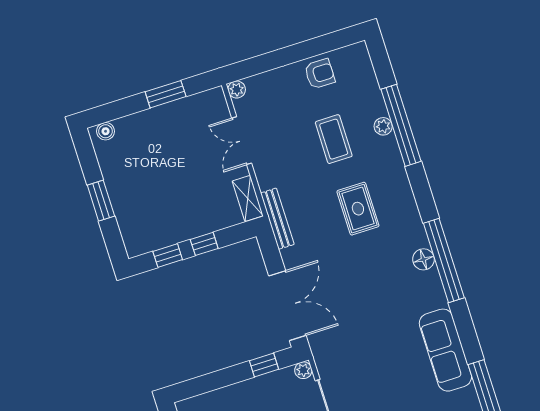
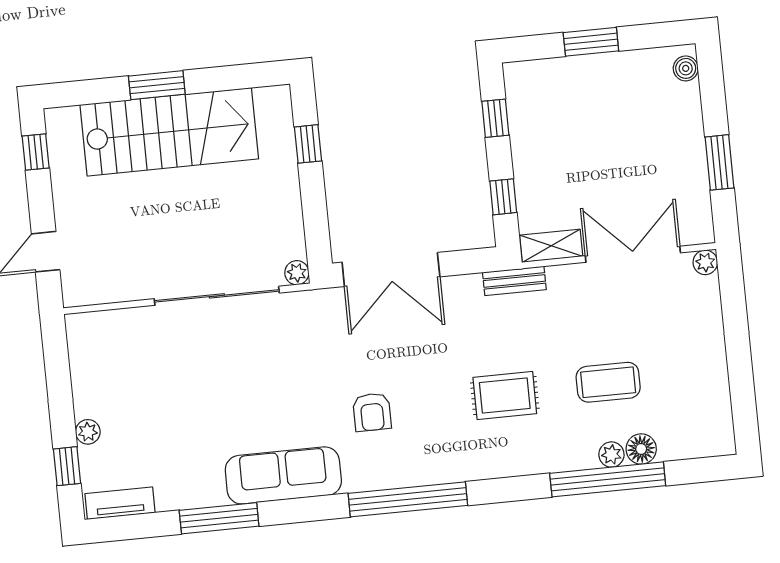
armchair: (320, 74) -> (372, 412), moved
double door: (242, 141) -> (633, 254), width x1.37
bench: (277, 219) -> (514, 281), width x0.73
window: (204, 244) -> (503, 197), moved
floor lamp: (423, 259) -> (641, 449), moved
window: (264, 365) -> (308, 144), moved

